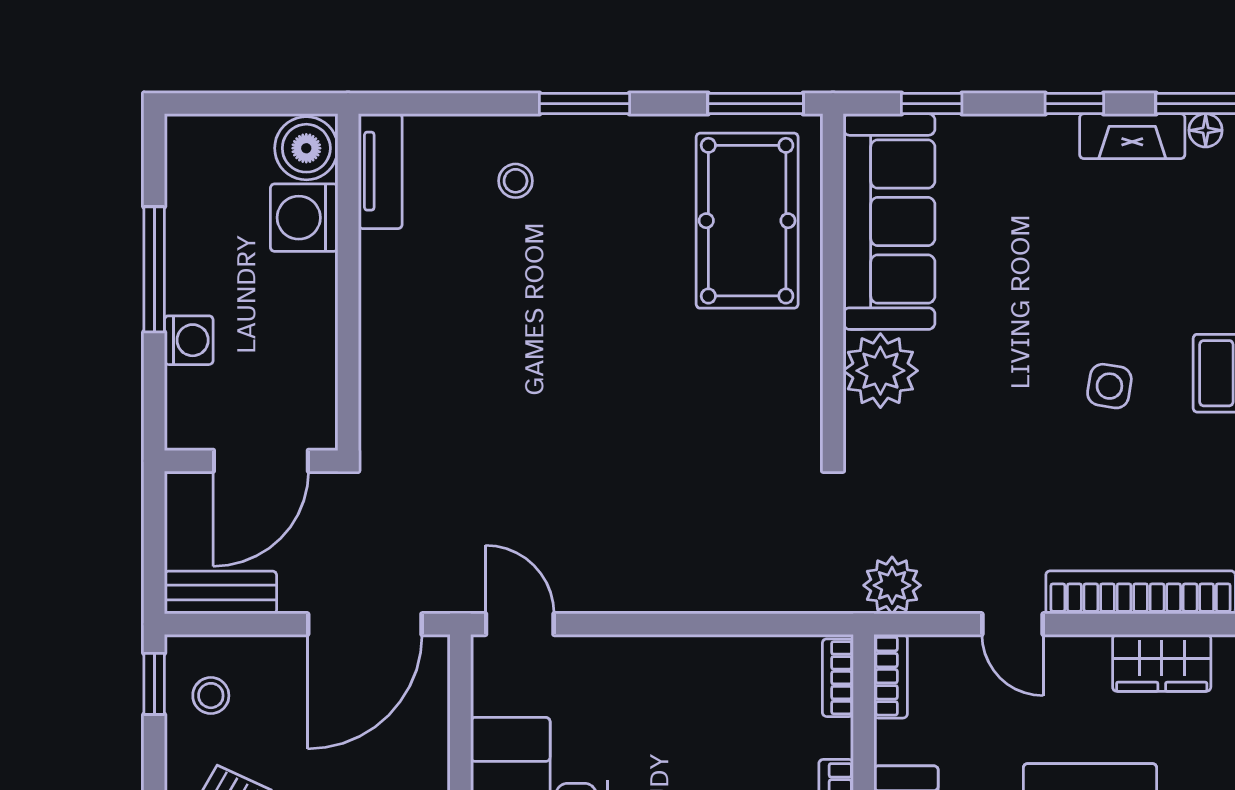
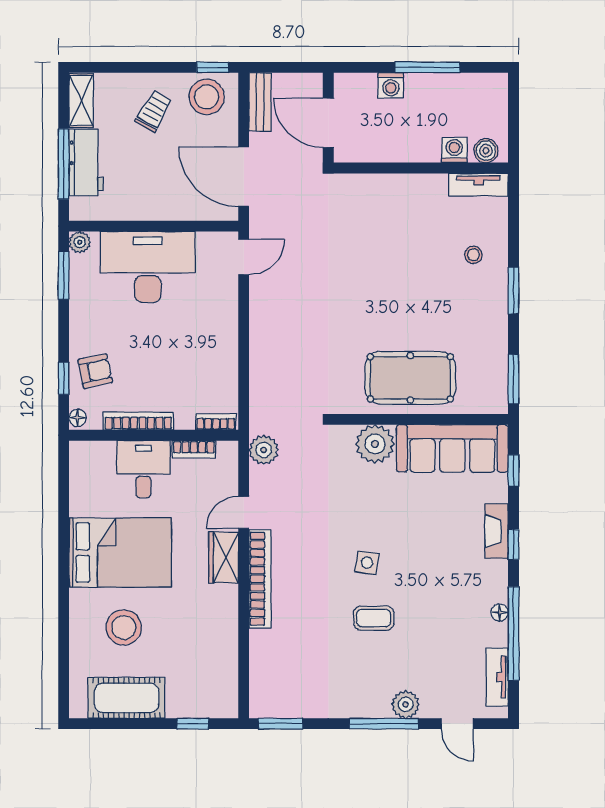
fireplace: (1132, 136) -> (497, 531), moved
boiler: (306, 148) -> (486, 151), width x0.73, depth x0.73
washing machine: (304, 218) -> (454, 150), width x0.73, depth x0.73
pool table: (747, 221) -> (410, 378), moved
wardrobe: (1162, 663) -> (224, 558), moved
bookcase: (891, 676) -> (194, 449), moved
stool: (211, 696) -> (207, 97), width x1.89, depth x1.89

